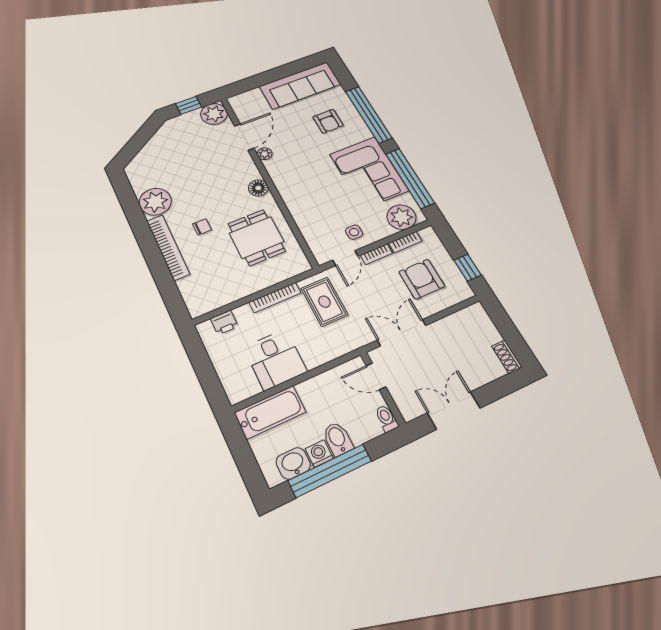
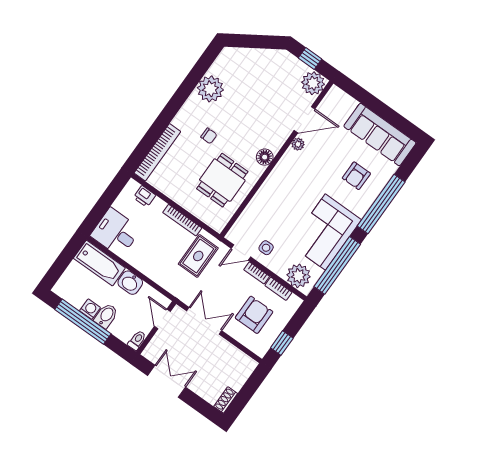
bookcase: (168, 247) -> (157, 152), moved
desk: (275, 359) -> (116, 232), moved, turned 90
washbasin: (293, 463) -> (130, 283), moved, turned 180

